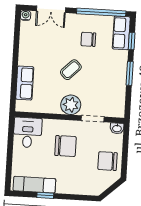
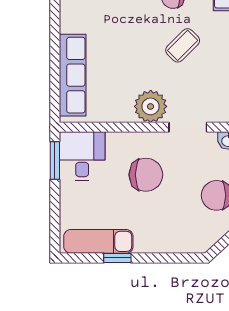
coffee table: (71, 70) -> (183, 45), moved
row of seats: (25, 83) -> (73, 75), width x1.48
window: (11, 134) -> (55, 160), added

